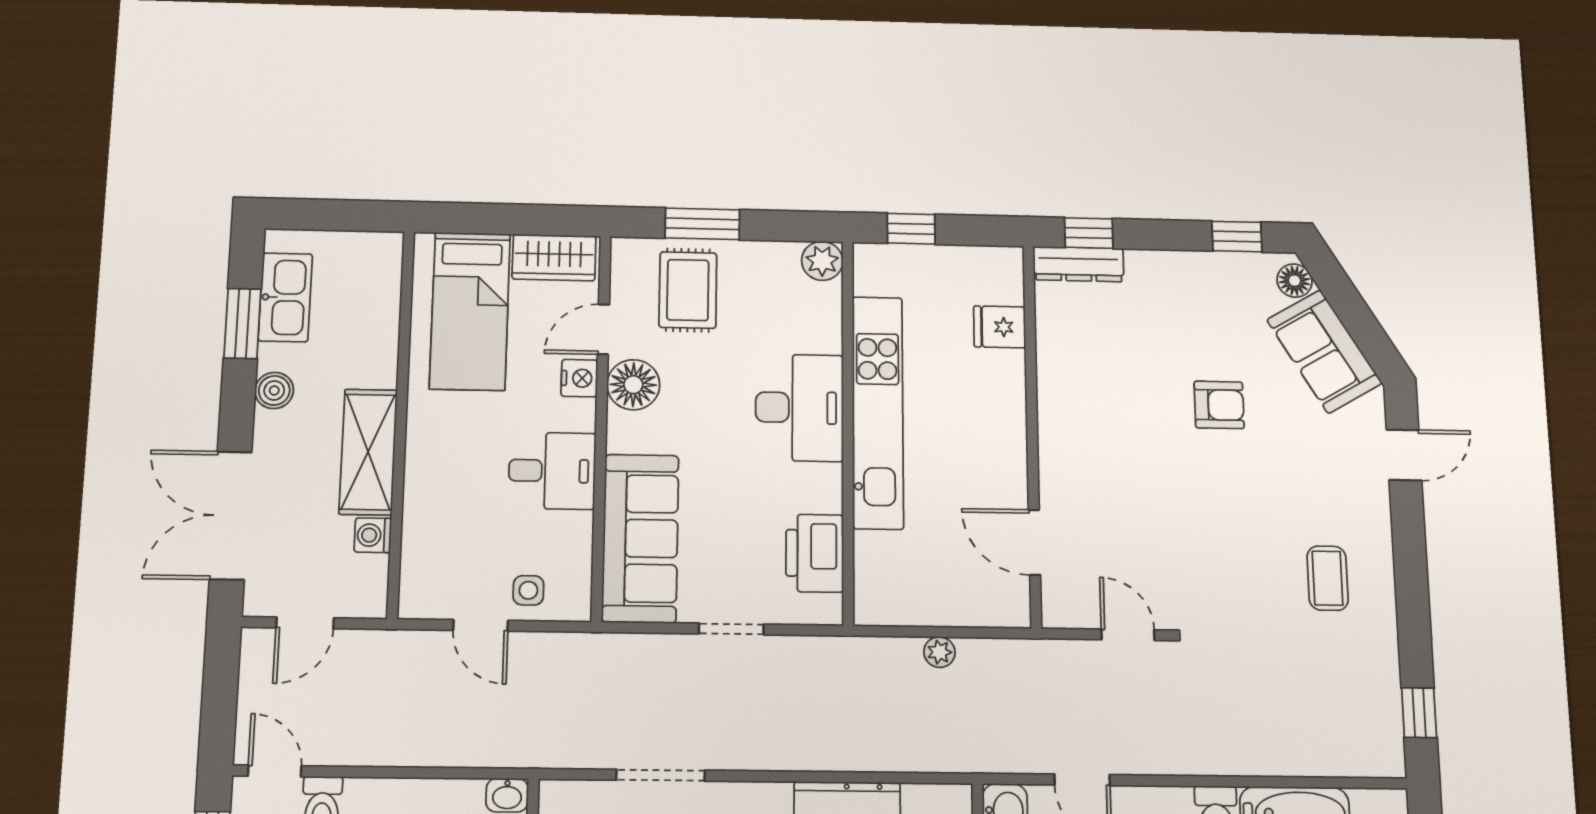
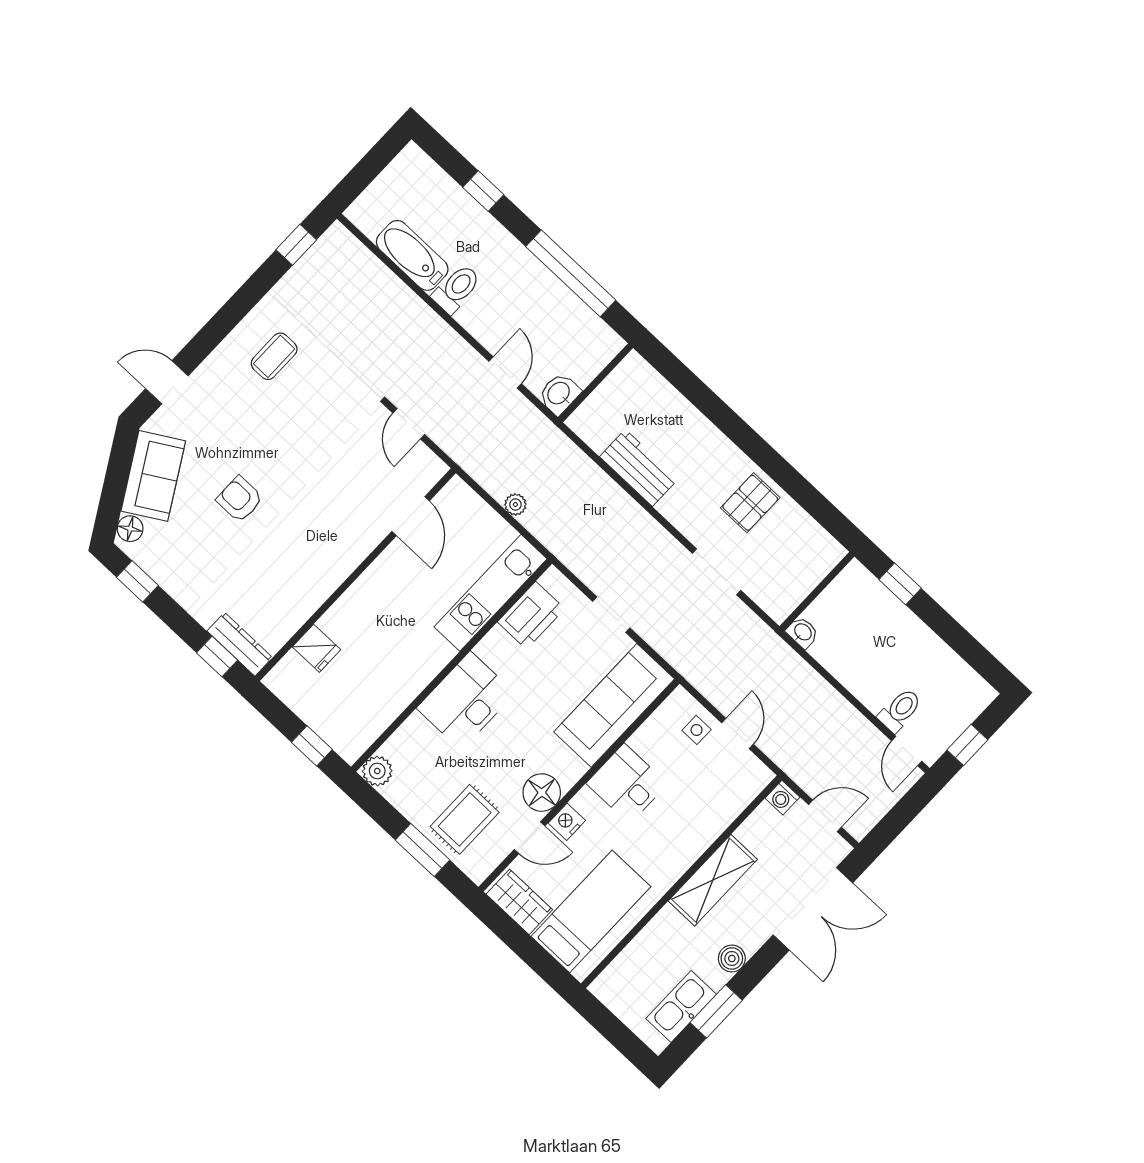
kitchen unit: (878, 412) -> (490, 593), moved, width x0.73
washing machine: (373, 535) -> (782, 798), moved, turned 90

